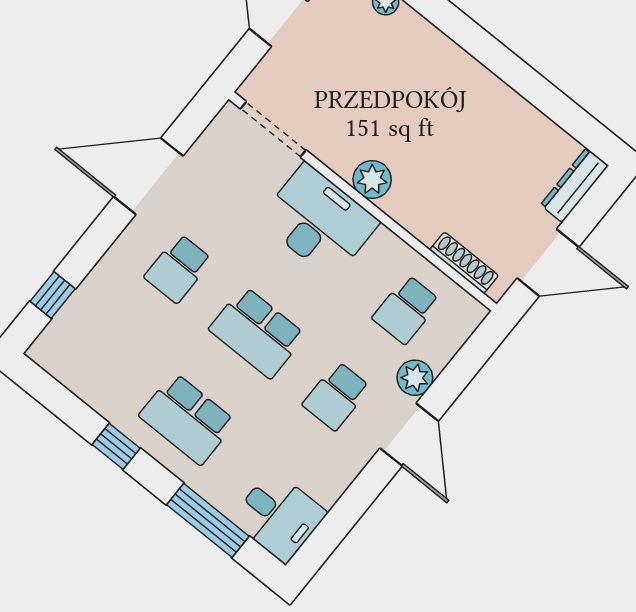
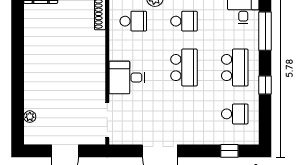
plant: (372, 179) -> (97, 70), removed
desk: (319, 221) -> (127, 78), width x0.73
school desk: (178, 268) -> (235, 114), moved

